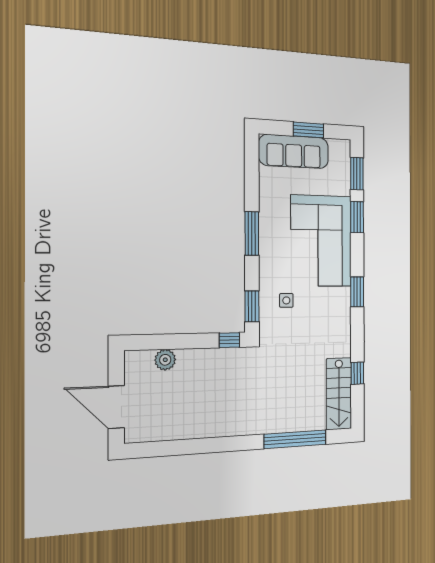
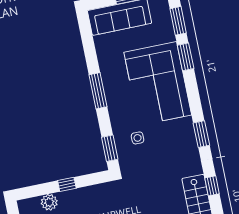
window: (357, 292) -> (201, 134), moved
window: (229, 340) -> (67, 184), moved

